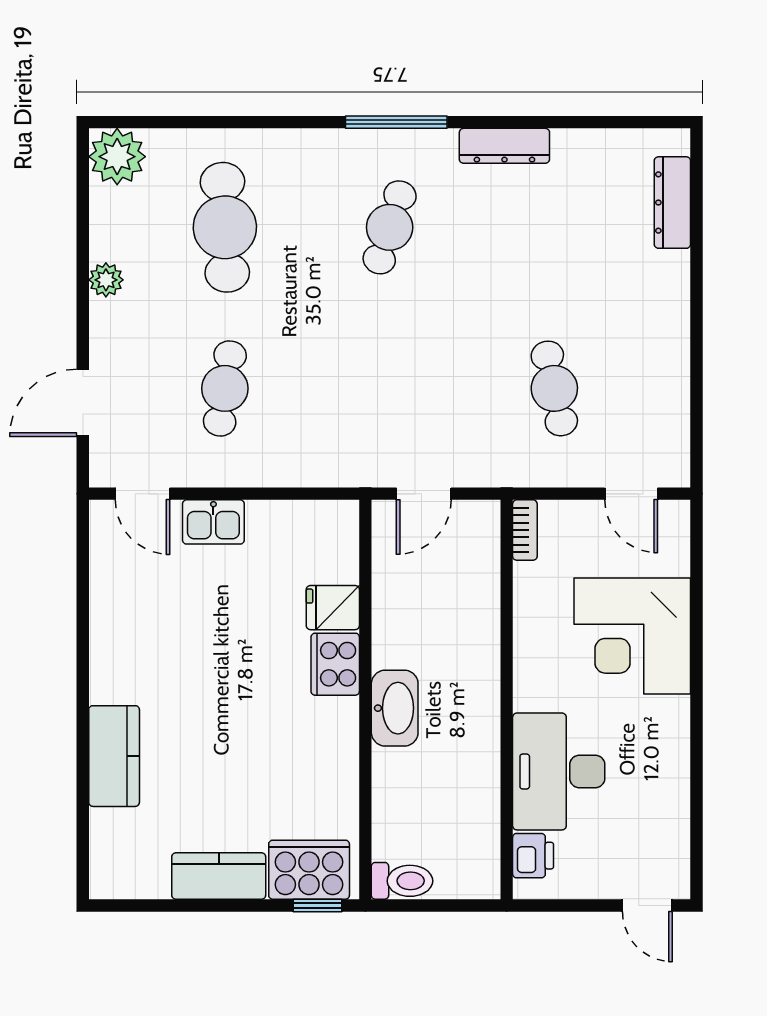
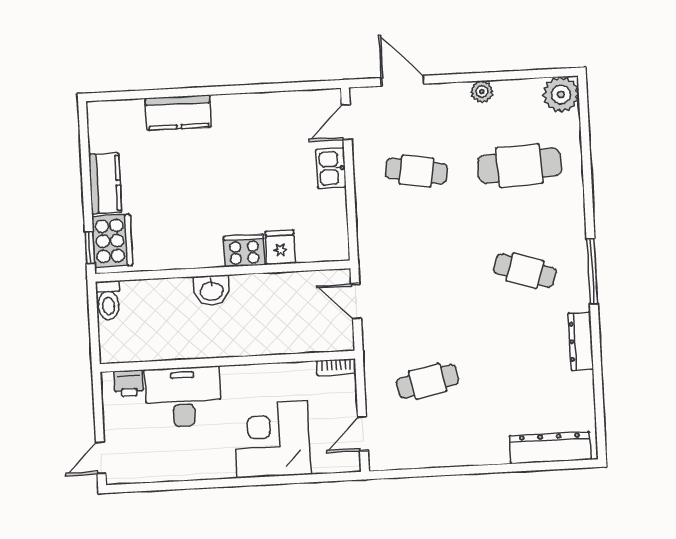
dresser: (672, 203) -> (550, 448), width x1.37, depth x1.24
washbasin: (395, 708) -> (211, 290), width x0.72

